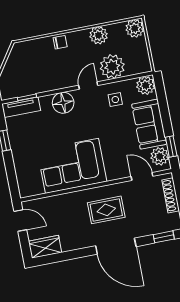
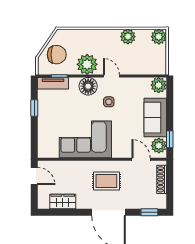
chair: (60, 42) -> (57, 55), moved, width x1.87, depth x1.87
plant: (112, 67) -> (87, 64), moved
door: (88, 85) -> (111, 76), hinge flipped
side table: (115, 100) -> (109, 102), moved
wardrobe: (45, 247) -> (63, 202), moved

